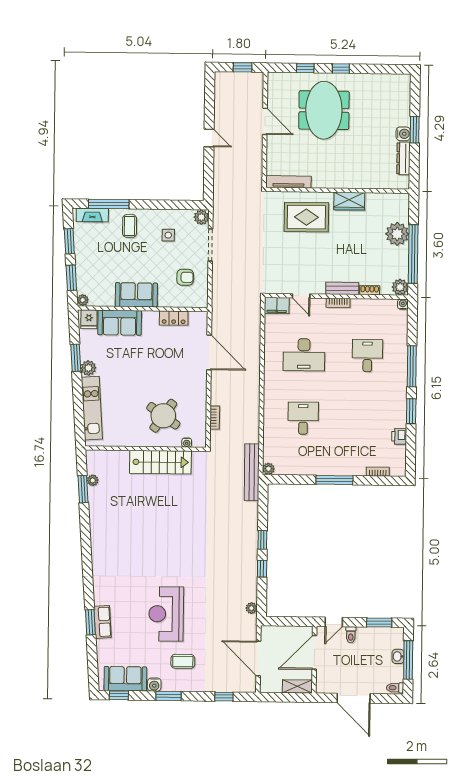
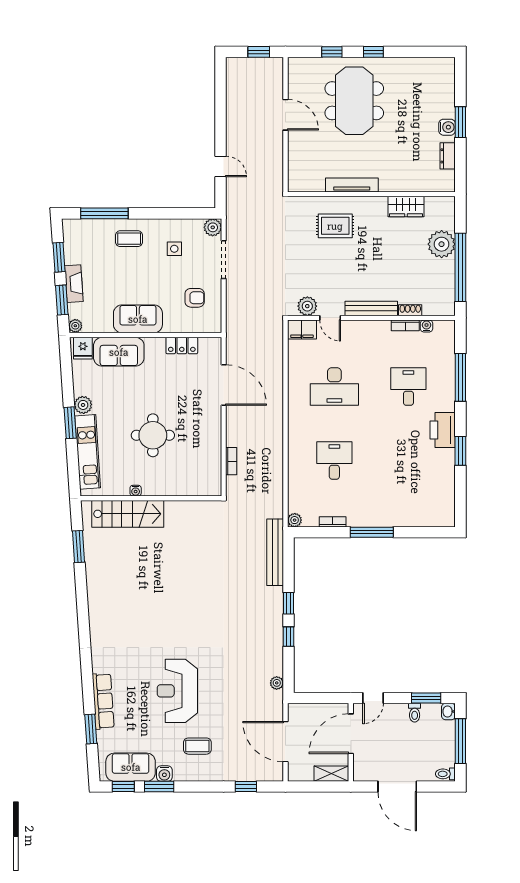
door: (209, 138) -> (221, 166), moved
dresser: (403, 158) -> (448, 156), width x0.70
tv unit: (288, 182) -> (352, 185), moved
wardrobe: (349, 201) -> (406, 207), moved
fireplace: (92, 215) -> (74, 284), moved, turned -94
rug: (306, 217) -> (335, 226), width x0.73, depth x0.70
coffee table: (130, 226) -> (129, 239), turned 90
plant: (400, 287) -> (307, 306), moved
bench: (342, 288) -> (371, 308), width x1.36
bookcase: (338, 303) -> (405, 325), moved
water cooler: (403, 304) -> (427, 326), moved
window: (76, 358) -> (70, 423), moved
window: (412, 366) -> (460, 377), moved
round table: (163, 416) -> (153, 435), moved, turned -35
printer: (399, 436) -> (443, 430), moved, width x1.87, depth x1.48
water cooler: (187, 443) -> (136, 491), moved
stairs: (160, 462) -> (128, 514), moved
bench: (252, 472) -> (275, 552), moved
bookcase: (378, 472) -> (333, 522), moved
plant: (93, 480) -> (90, 536), removed
window: (90, 622) -> (91, 729), moved
row of seats: (103, 622) -> (103, 701), width x1.48
toilet: (351, 635) -> (415, 713), moved
washbasin: (398, 656) -> (448, 711), moved
window: (168, 696) -> (159, 787), moved

